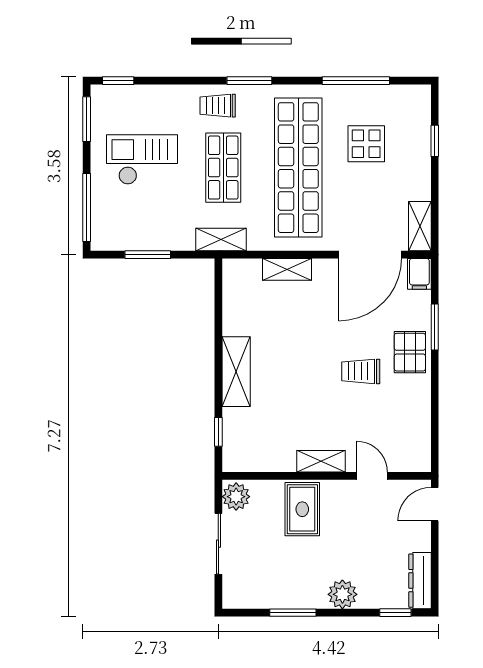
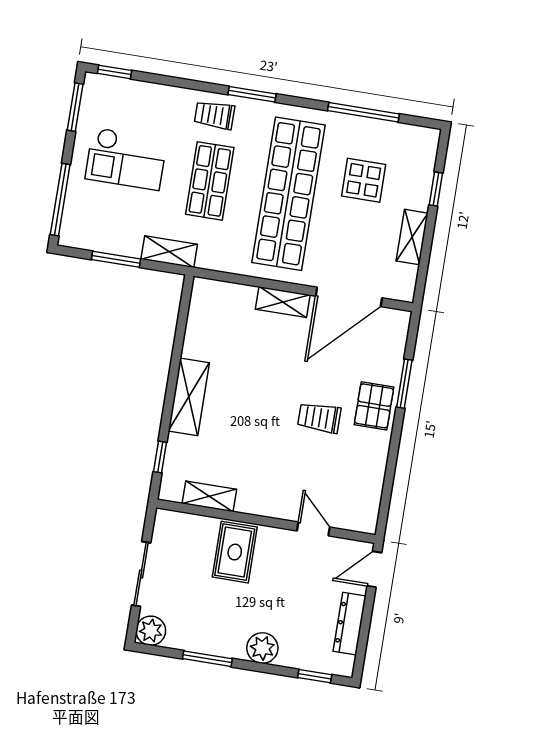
checkout: (142, 160) -> (126, 159), turned 180
shelving: (420, 226) -> (412, 237), moved
shelving: (221, 240) -> (169, 252), moved
shelving: (287, 269) -> (283, 302), moved
filing cabinet: (419, 274) -> (397, 326), removed
shelving: (321, 461) -> (209, 496), moved
plant: (236, 497) -> (151, 631), moved
dresser: (420, 581) -> (350, 624), moved

